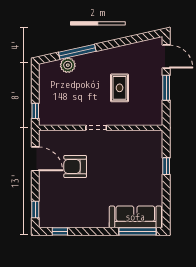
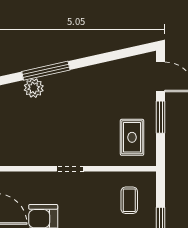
rug: (120, 88) -> (132, 137), moved
coffee table: (142, 152) -> (129, 200), added

